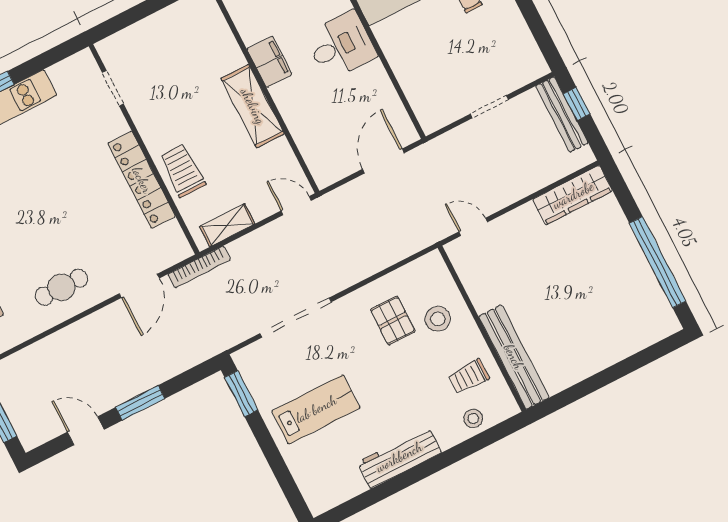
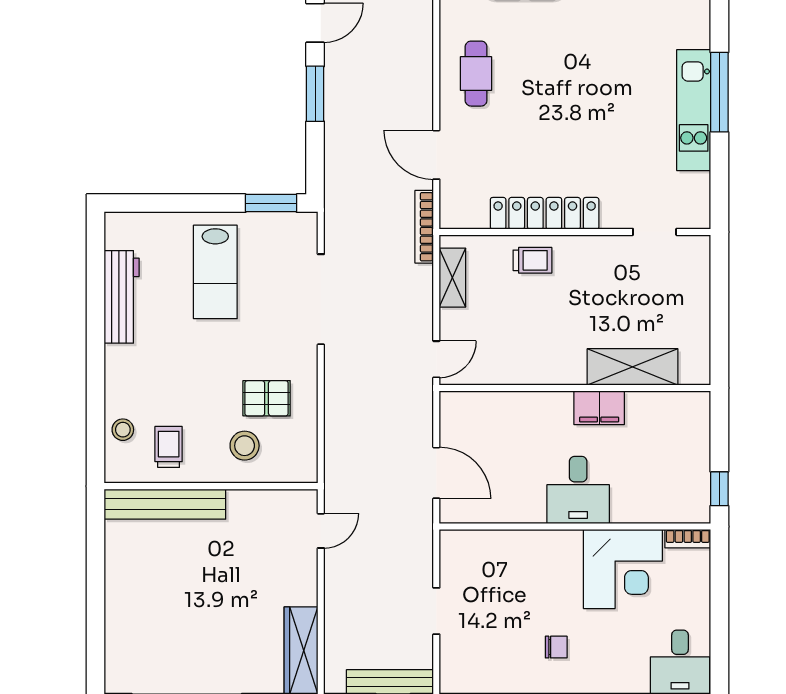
shelving: (253, 106) -> (633, 367), moved
trolley: (183, 171) -> (532, 260), width x0.73, depth x0.72
workbench: (399, 457) -> (122, 297), moved

